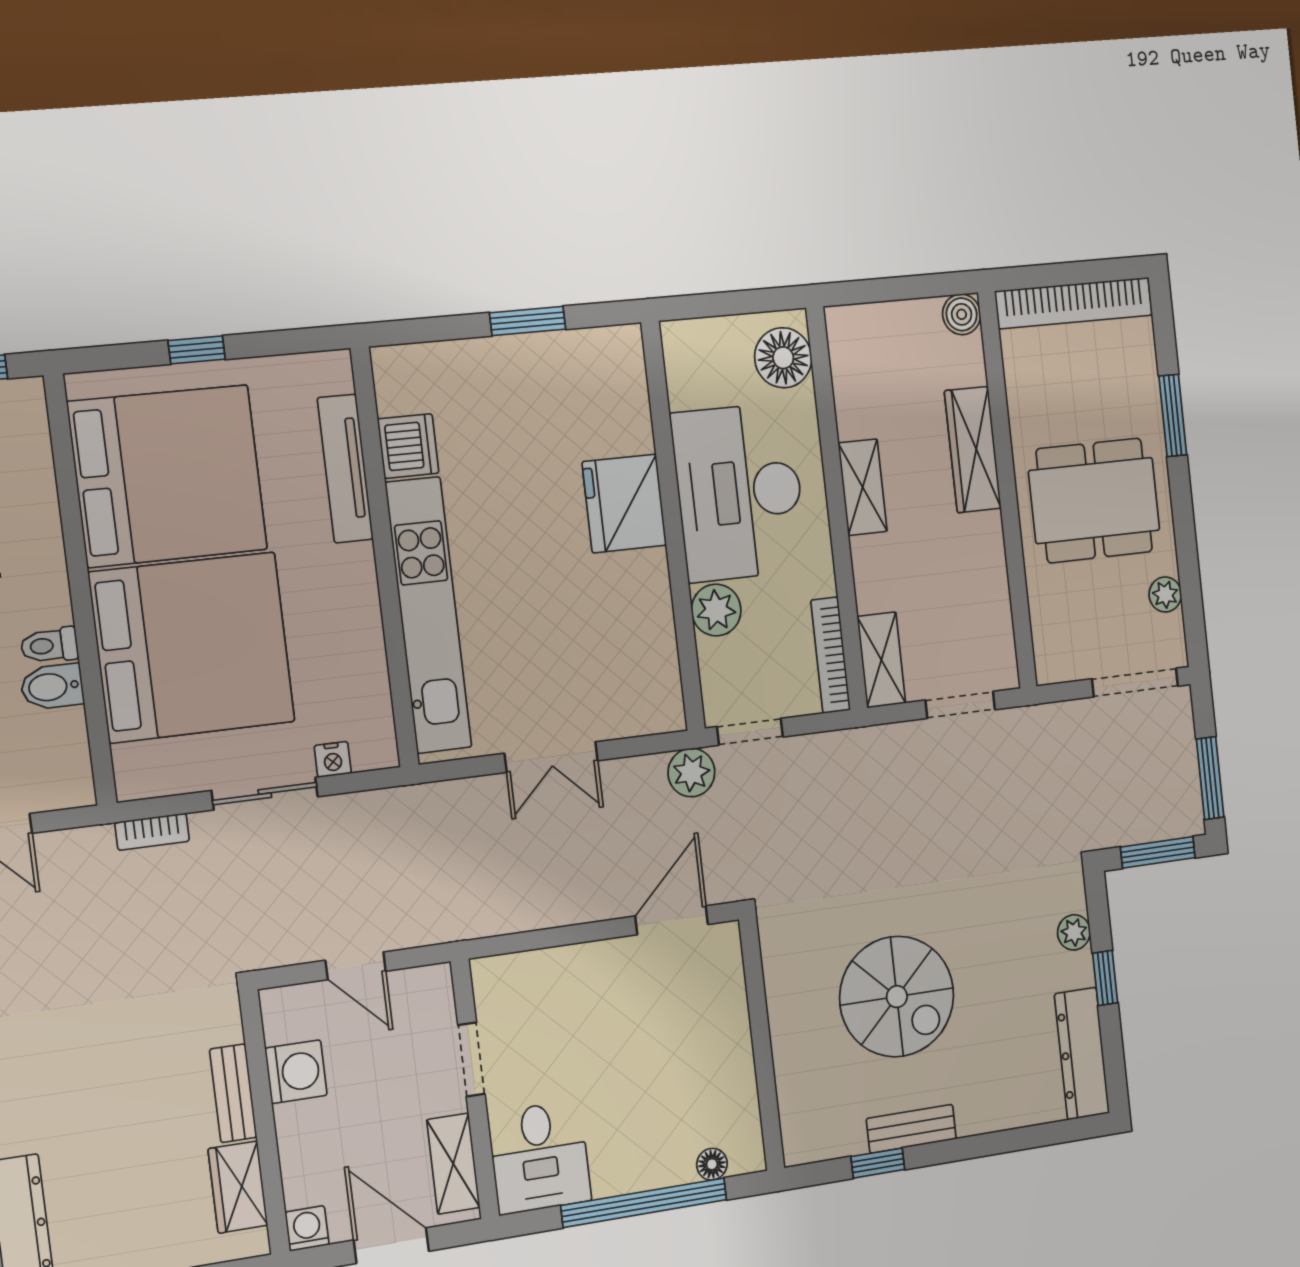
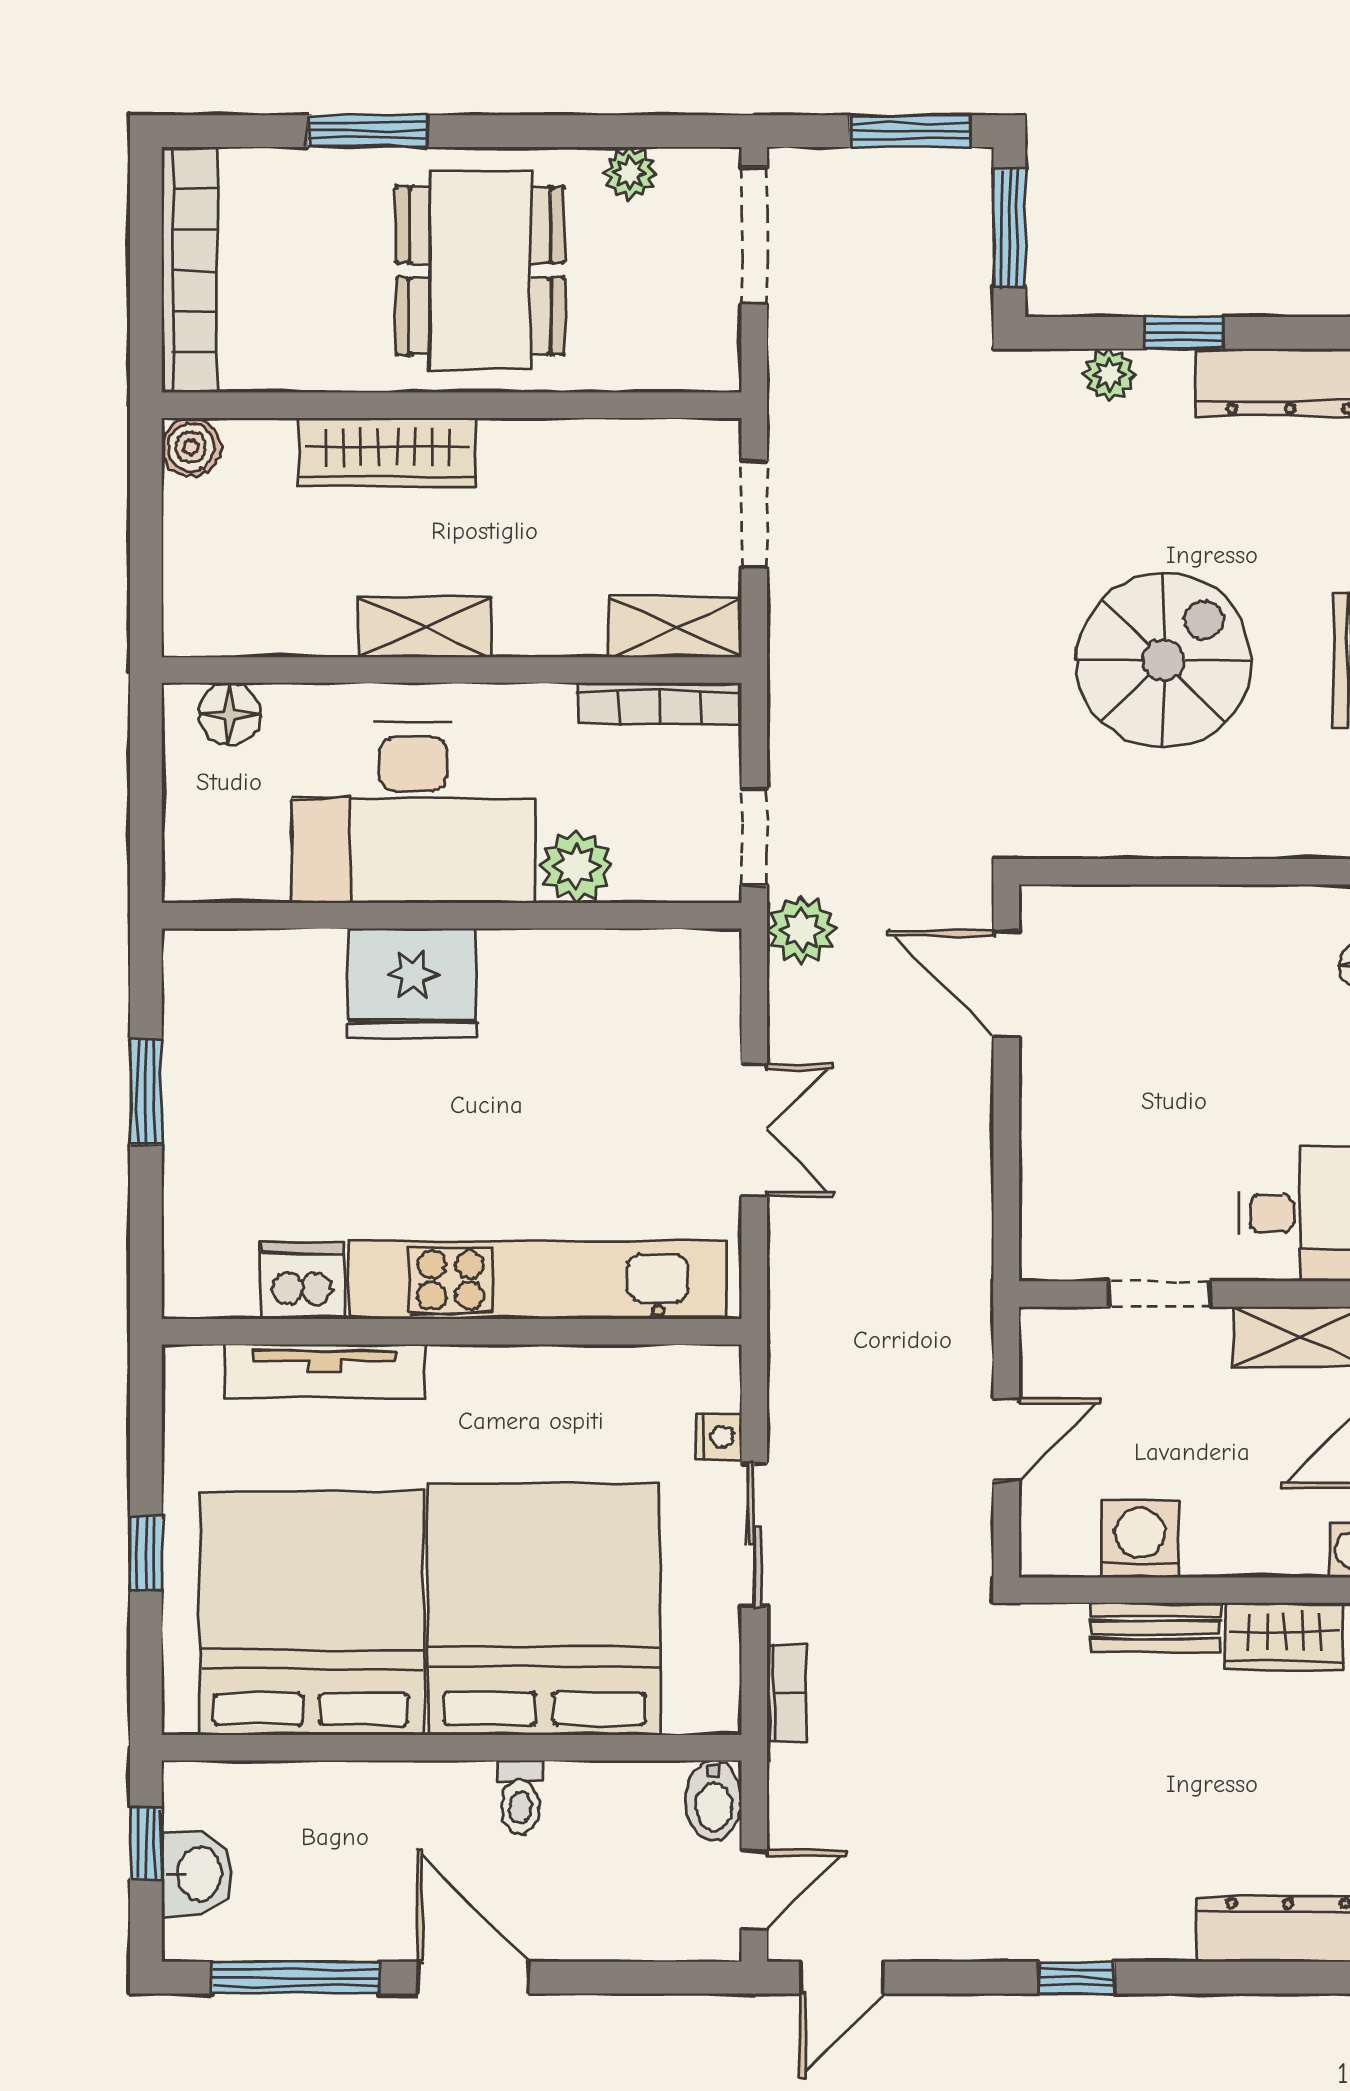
floor lamp: (783, 358) -> (230, 714), width x0.73, depth x0.73
bidet: (52, 687) -> (714, 1800), moved

